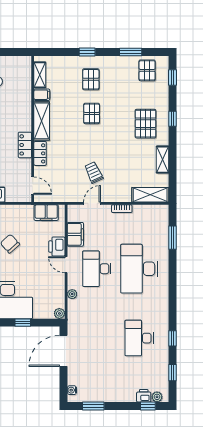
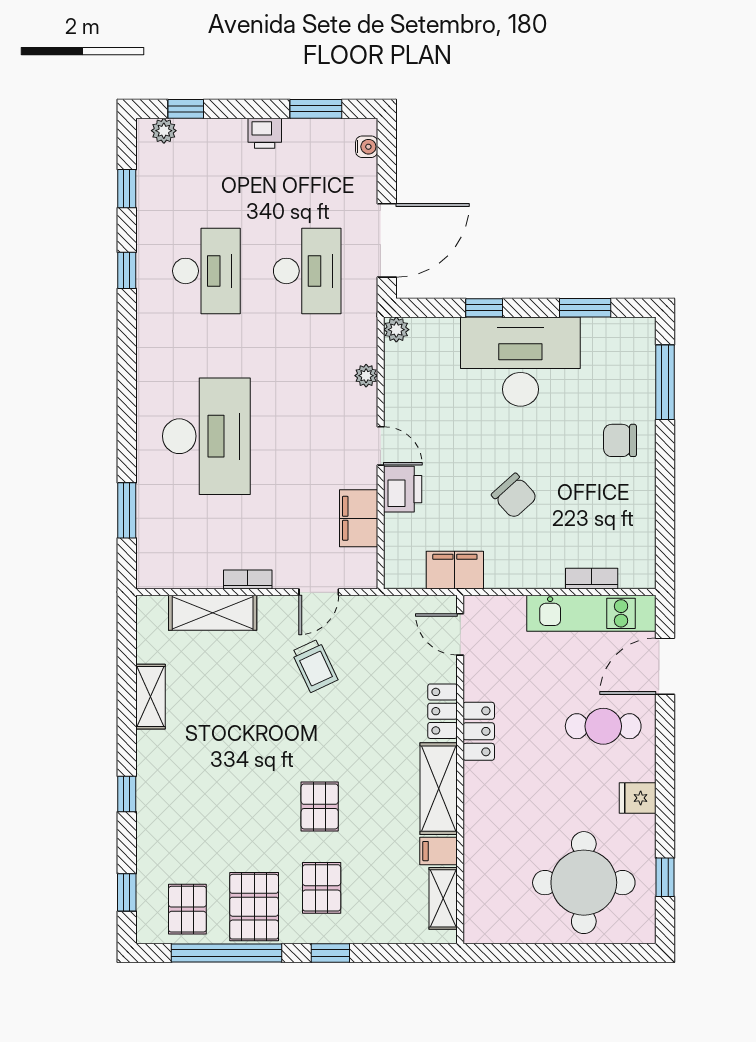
window: (131, 52) -> (227, 953), width x2.11
pallet: (146, 124) -> (254, 907), moved
shelving: (150, 195) -> (213, 613), moved
filing cabinet: (46, 213) -> (455, 570), moved
desk: (97, 269) -> (307, 271), moved
printer: (144, 396) -> (265, 133), moved

